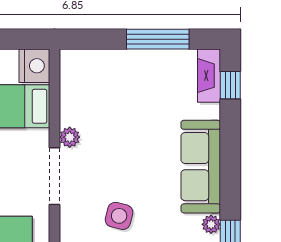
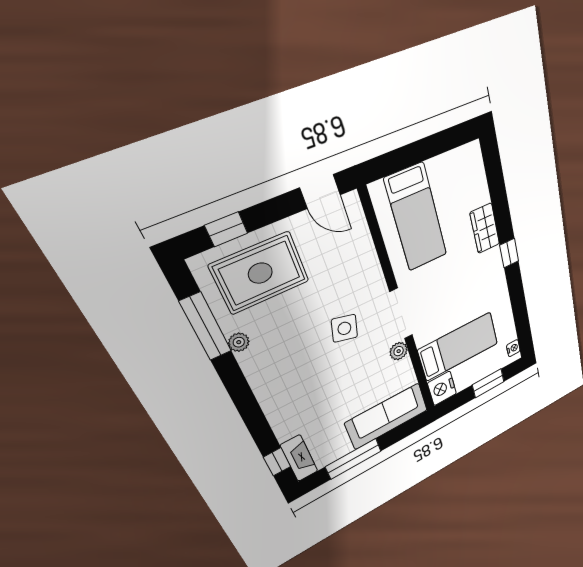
sofa: (201, 167) -> (387, 416), moved, turned -90
side table: (119, 216) -> (344, 328), moved

